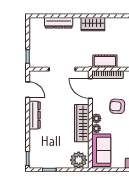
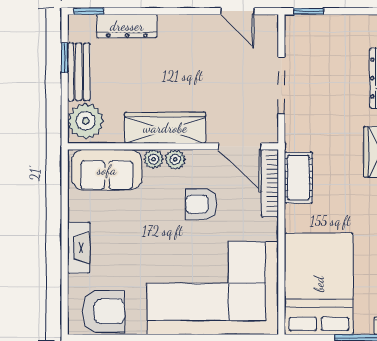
door: (90, 88) -> (240, 146), swing flipped
door: (28, 90) -> (237, 11), hinge flipped
armchair: (117, 106) -> (201, 204), turned -94
dresser: (35, 115) -> (127, 26), moved
bench: (56, 163) -> (79, 72), added

